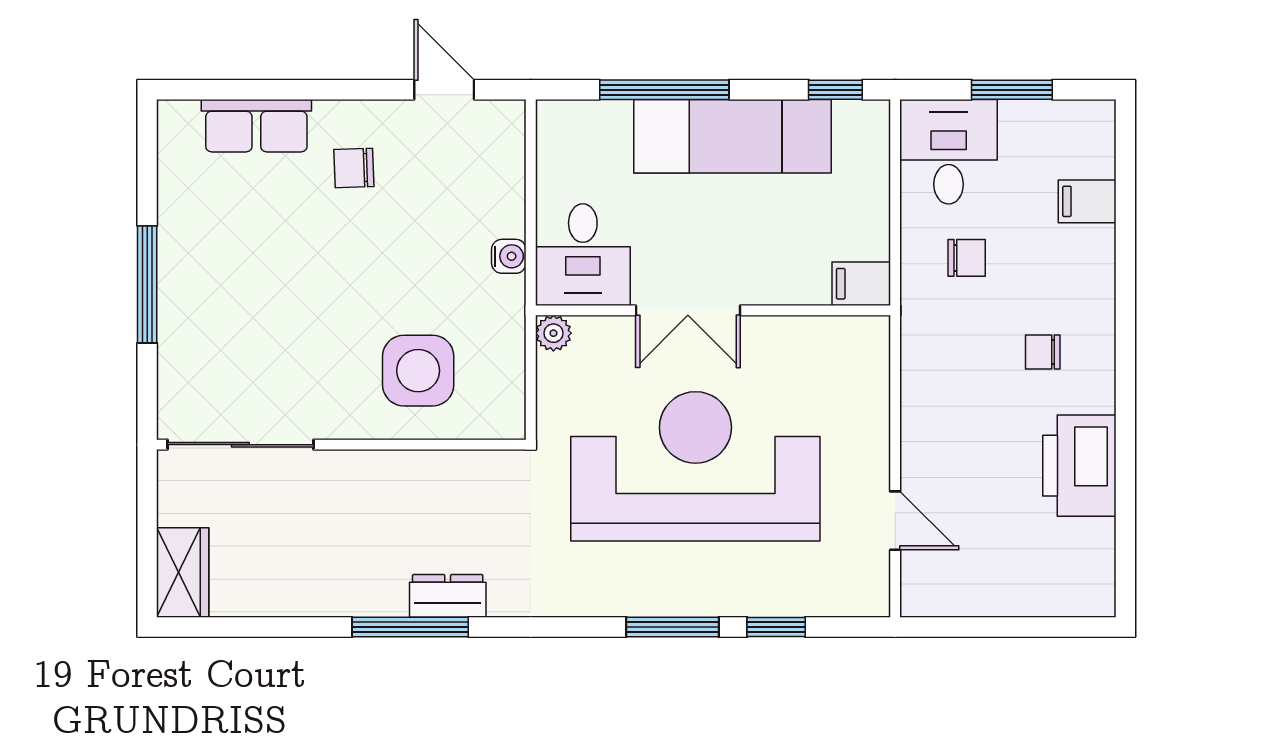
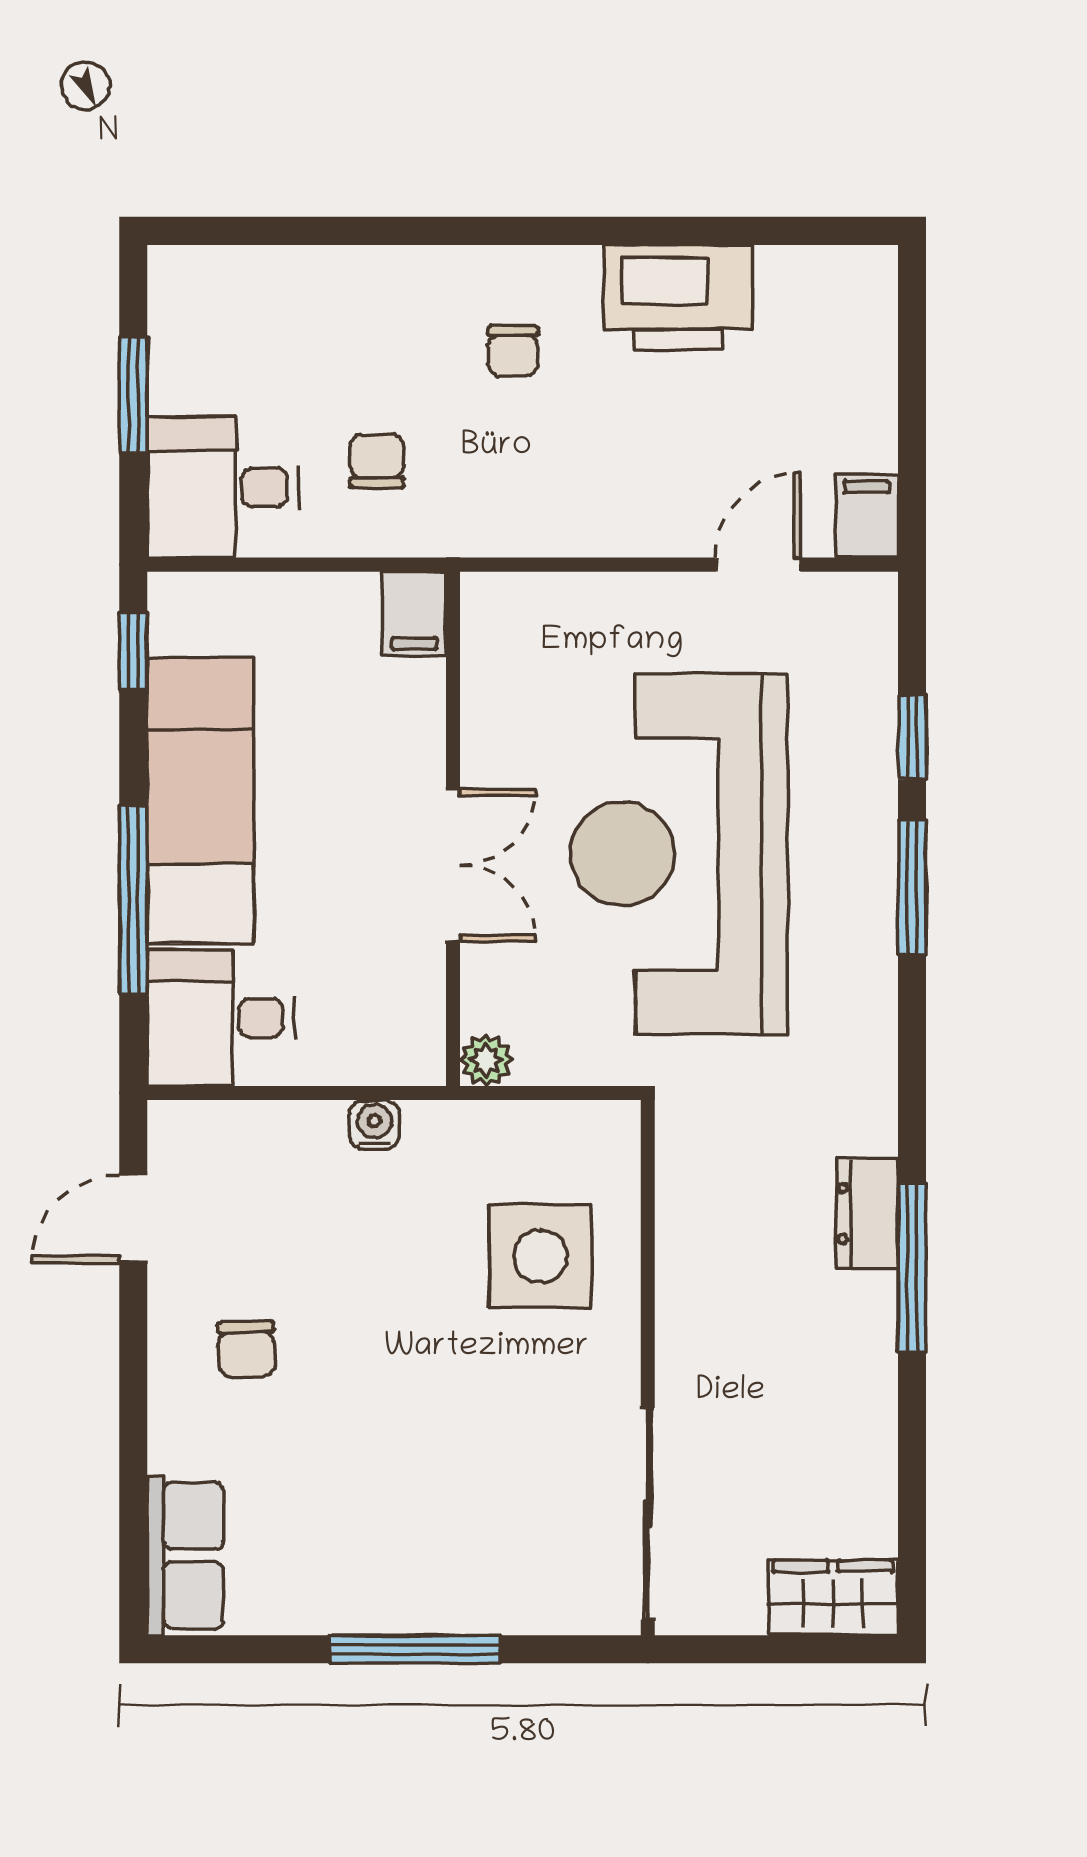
row of seats: (256, 126) -> (185, 1556), moved
filing cabinet: (1087, 201) -> (867, 516), moved, turned 180
desk: (583, 255) -> (221, 1018), moved, turned 180

